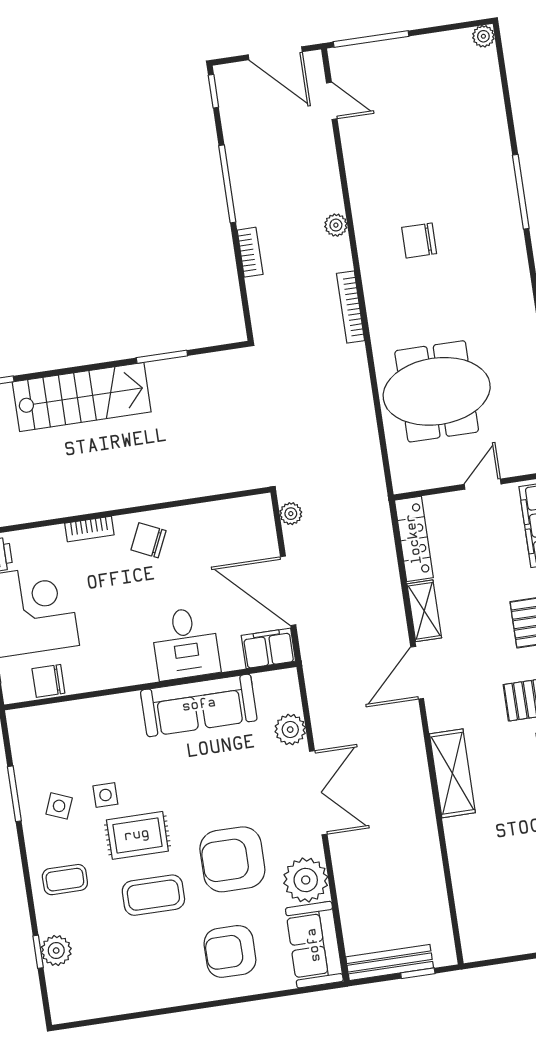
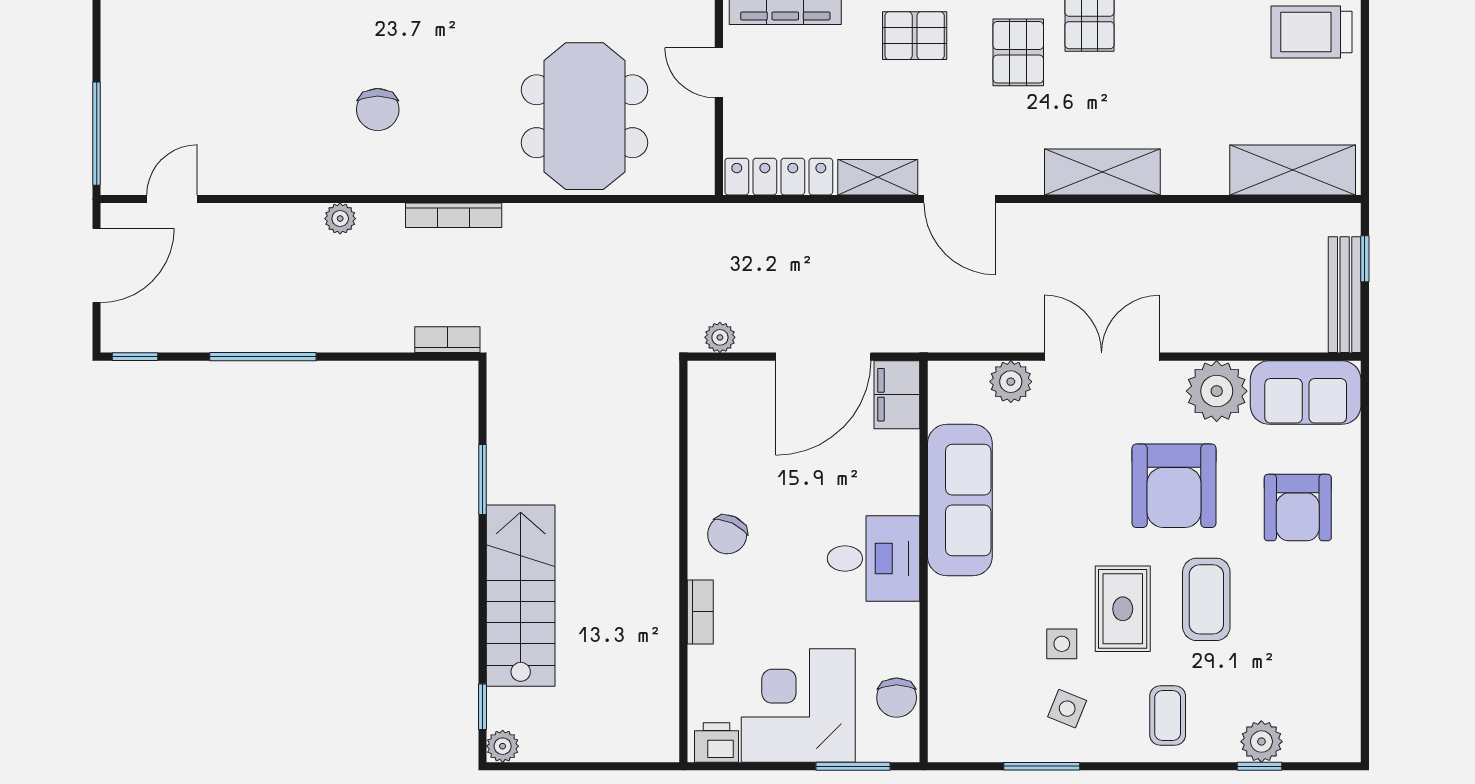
bookcase: (250, 252) -> (447, 340), moved
desk: (185, 643) -> (874, 559), moved
shelving: (474, 911) -> (1293, 170), added

